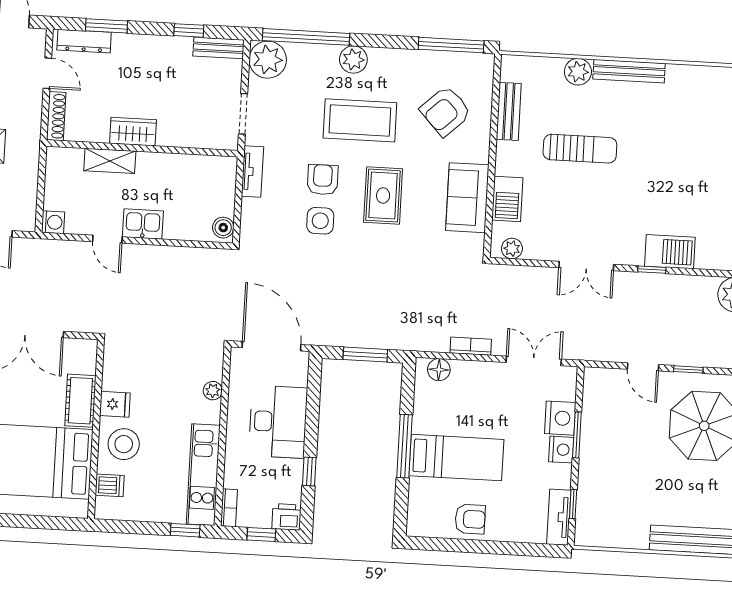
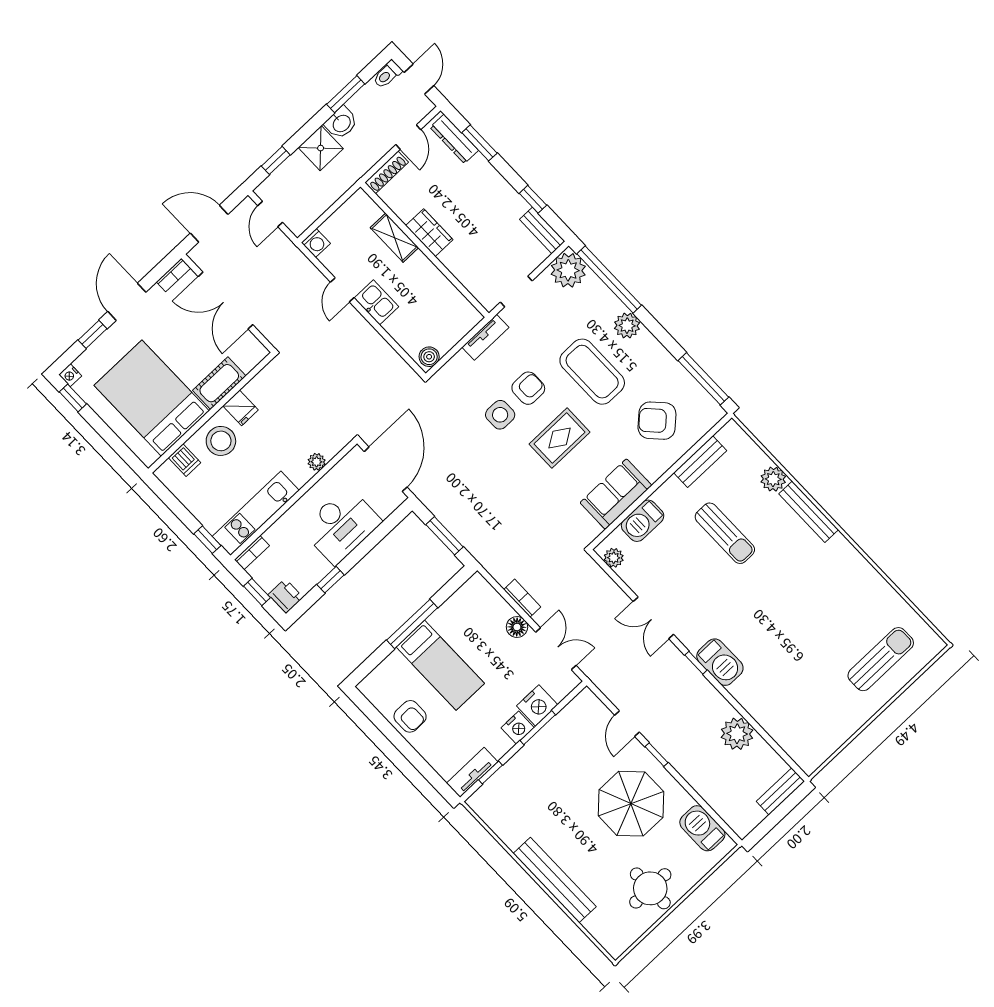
floor lamp: (439, 370) -> (517, 627), moved

